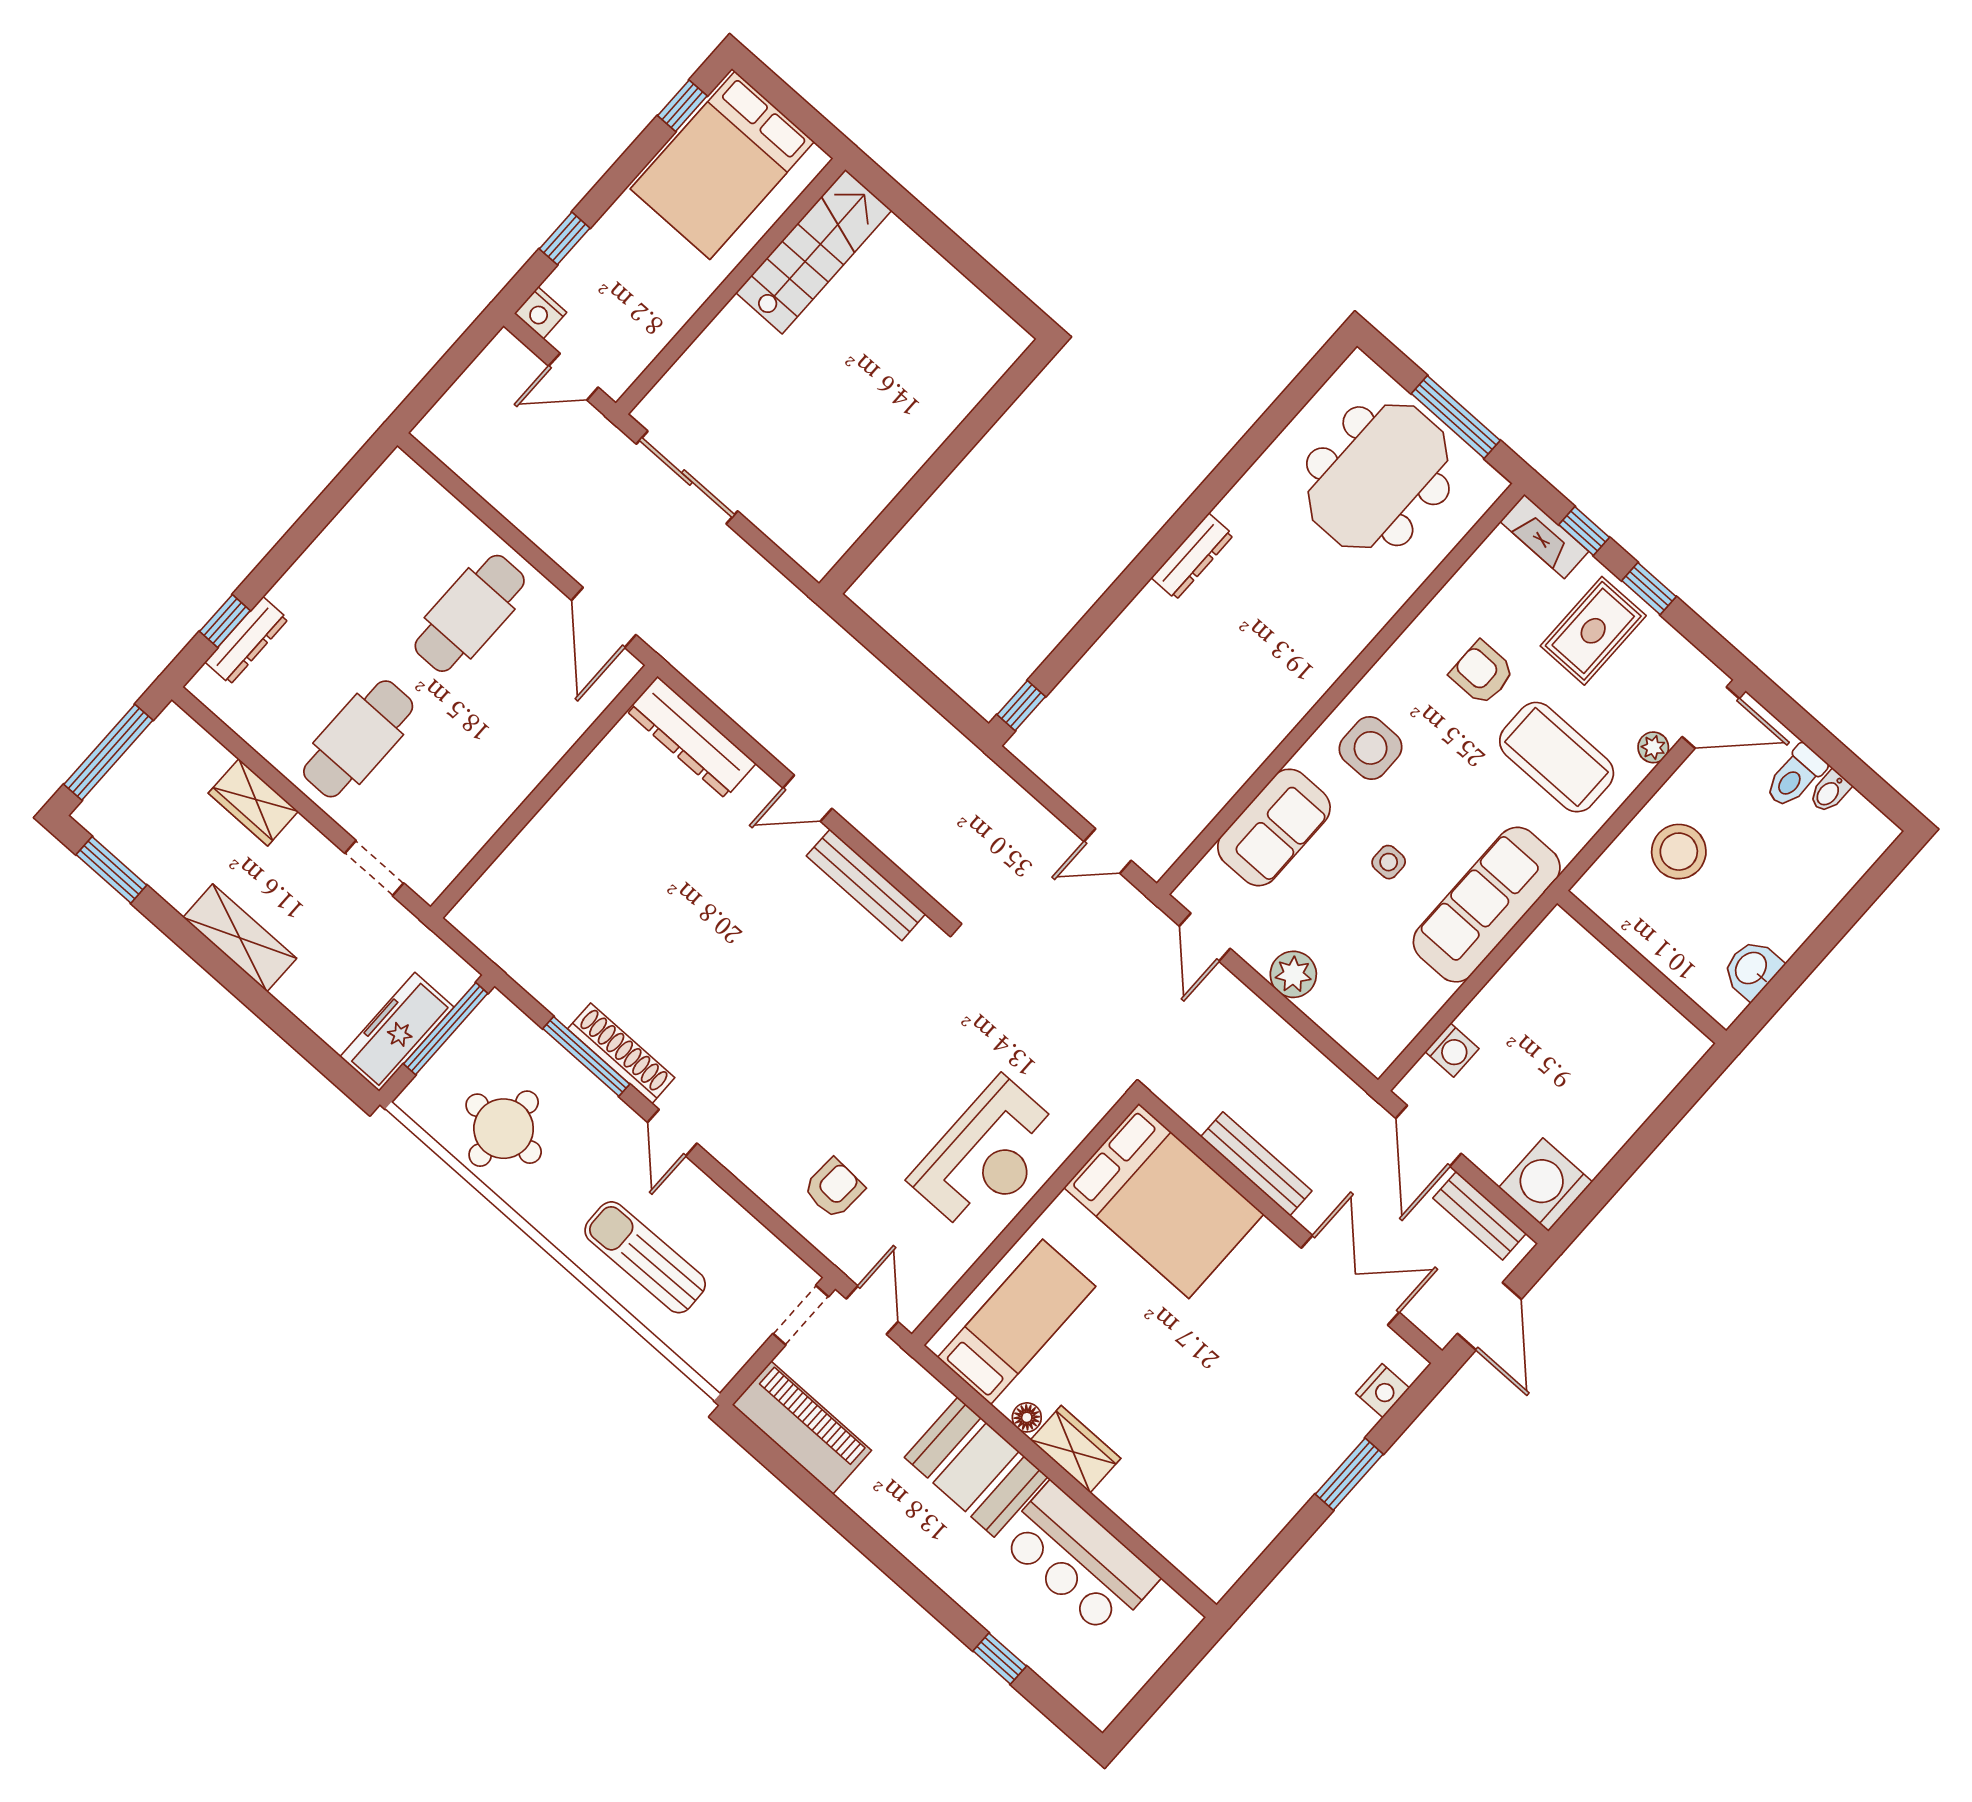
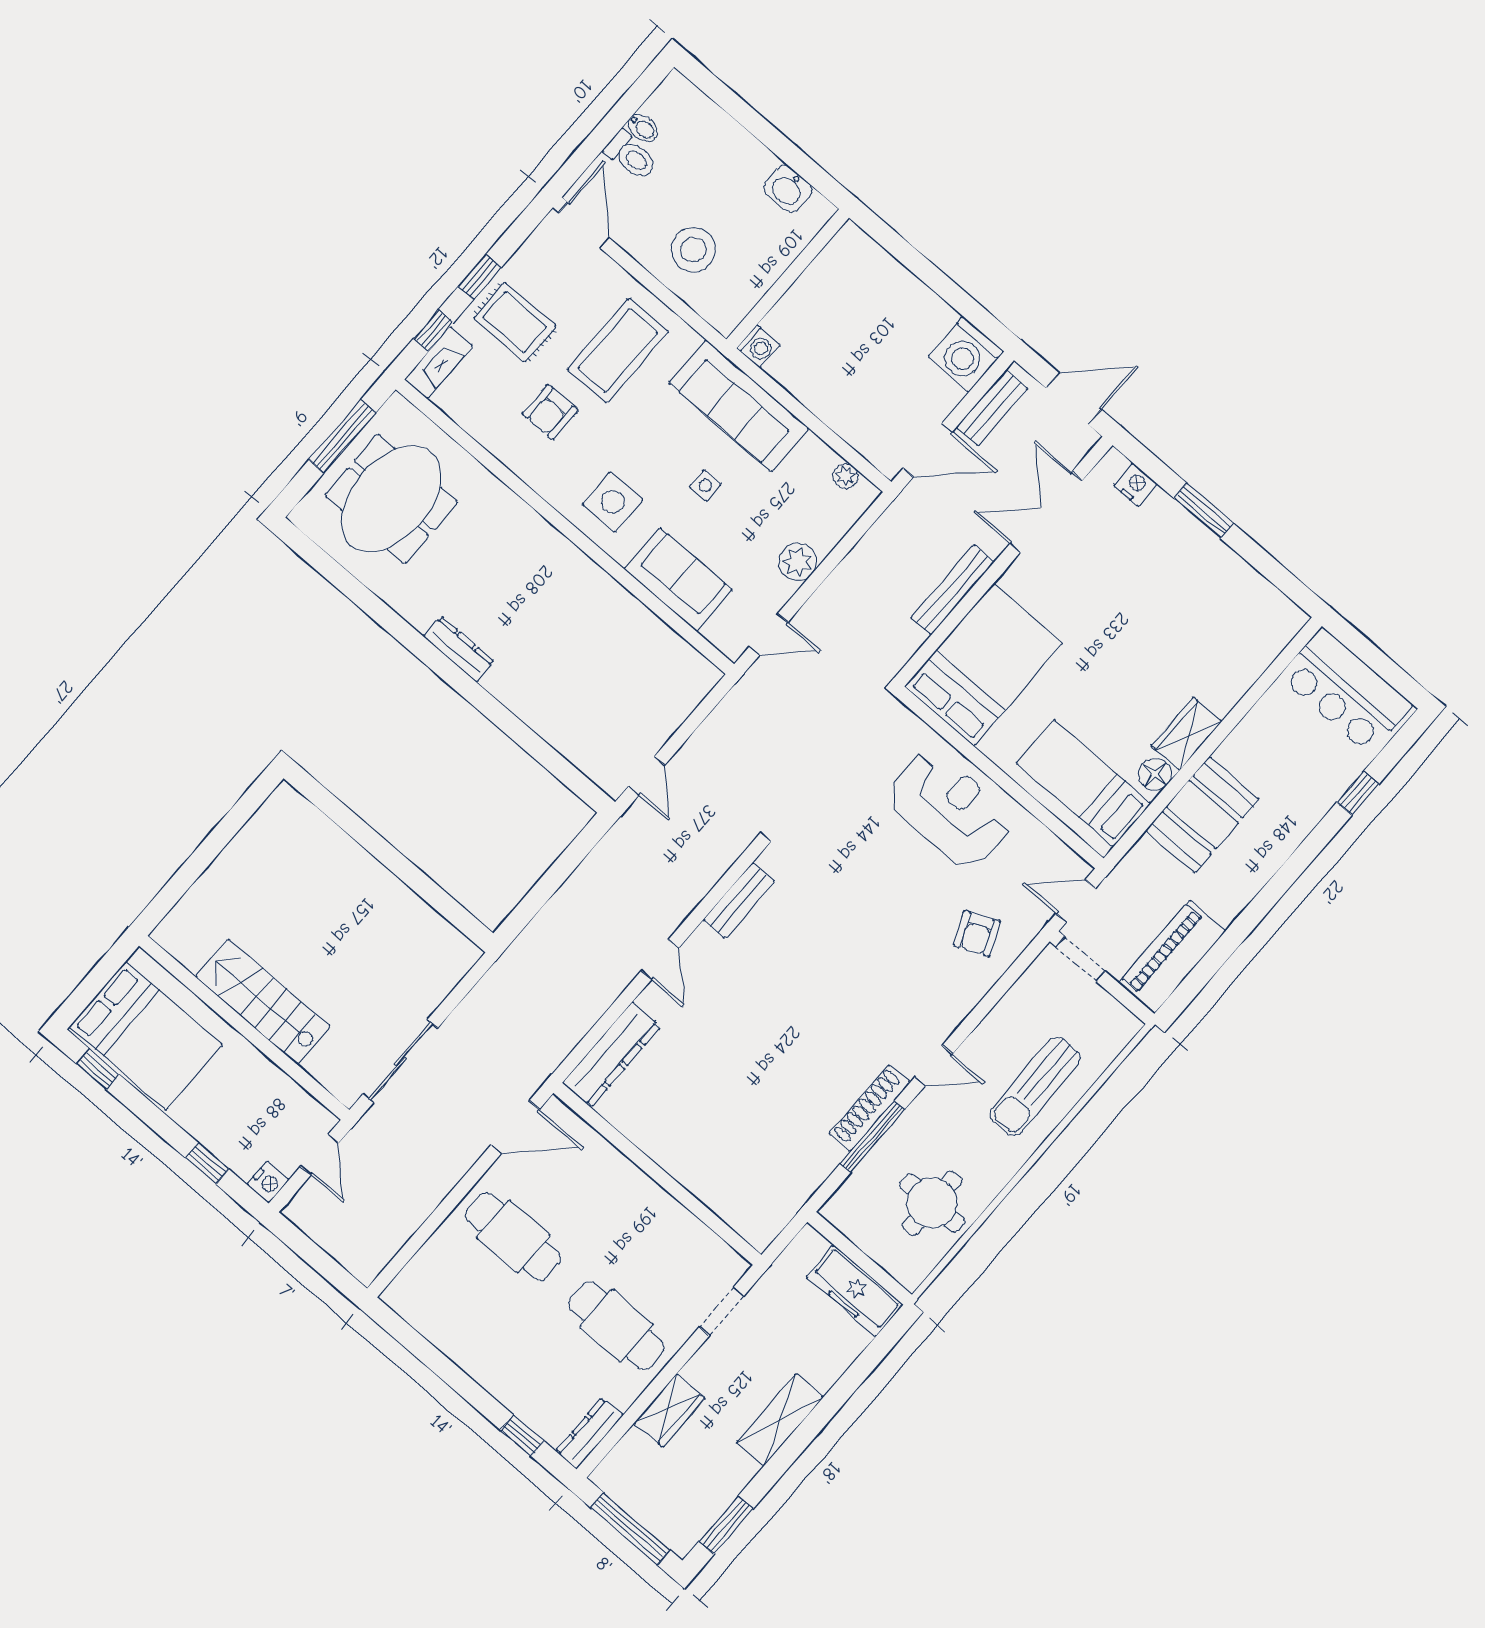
stairs: (814, 252) -> (263, 1002), moved
meeting table: (1378, 476) -> (391, 499), turned 90
dresser: (247, 641) -> (589, 1433), moved, turned -90
window: (1021, 706) -> (582, 787), removed
plant: (1653, 747) -> (845, 476), moved
door: (1108, 851) -> (647, 776), moved
bench: (866, 885) -> (739, 900), width x0.73
window: (446, 1029) -> (852, 1251), removed
washing machine: (1452, 1050) -> (758, 347), moved, turned 90
armchair: (834, 1188) -> (977, 934), turned -117
floor lamp: (1027, 1417) -> (1155, 774), width x1.37, depth x1.37
bar counter: (1079, 1559) -> (1346, 691), moved, turned 90

